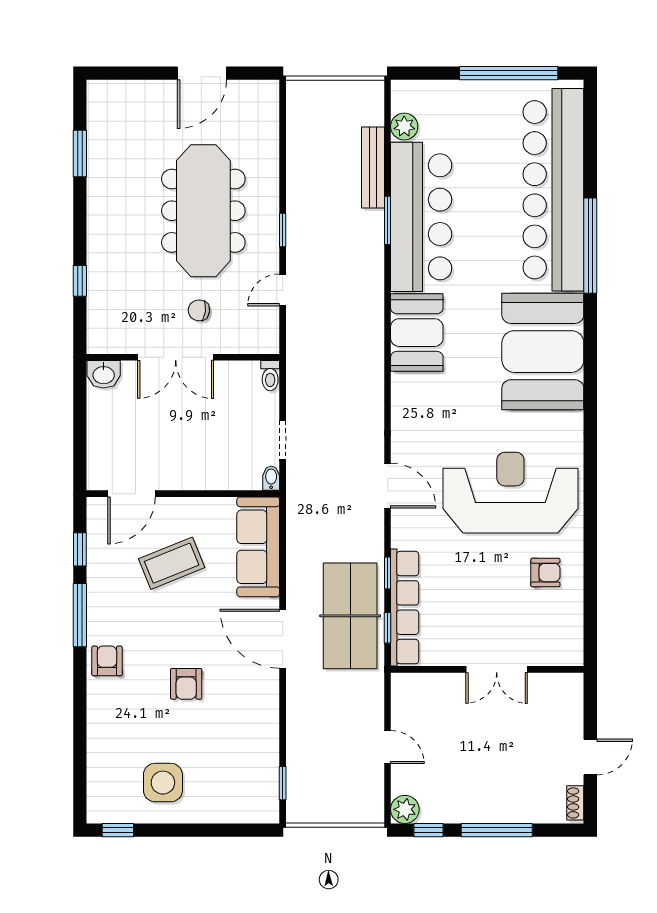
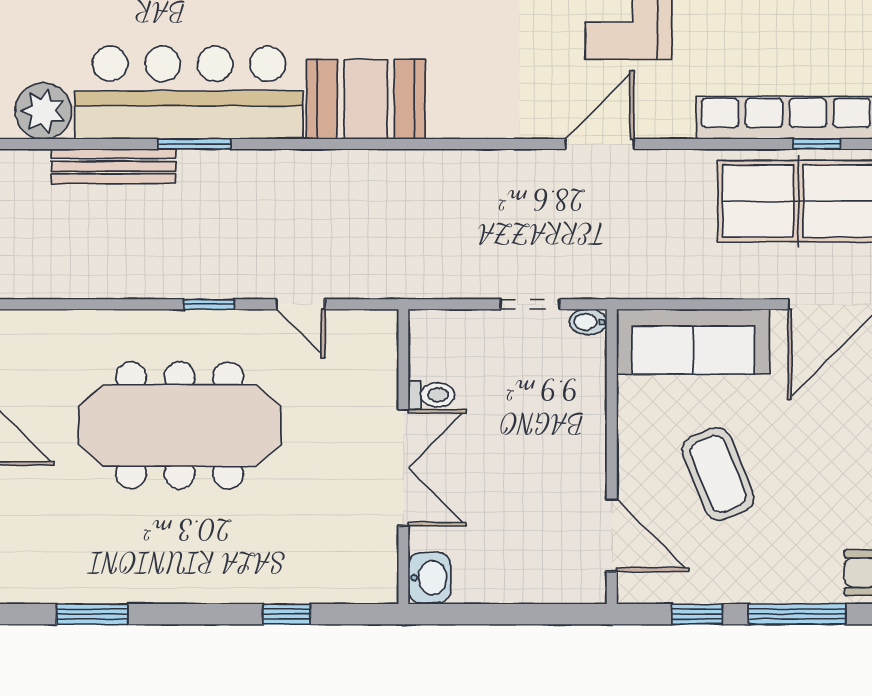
plant: (404, 126) -> (43, 111), width x1.36, depth x1.36
chair: (199, 310) -> (332, 432), removed
toilet: (270, 376) -> (431, 395), moved
window: (388, 573) -> (733, 144), removed

